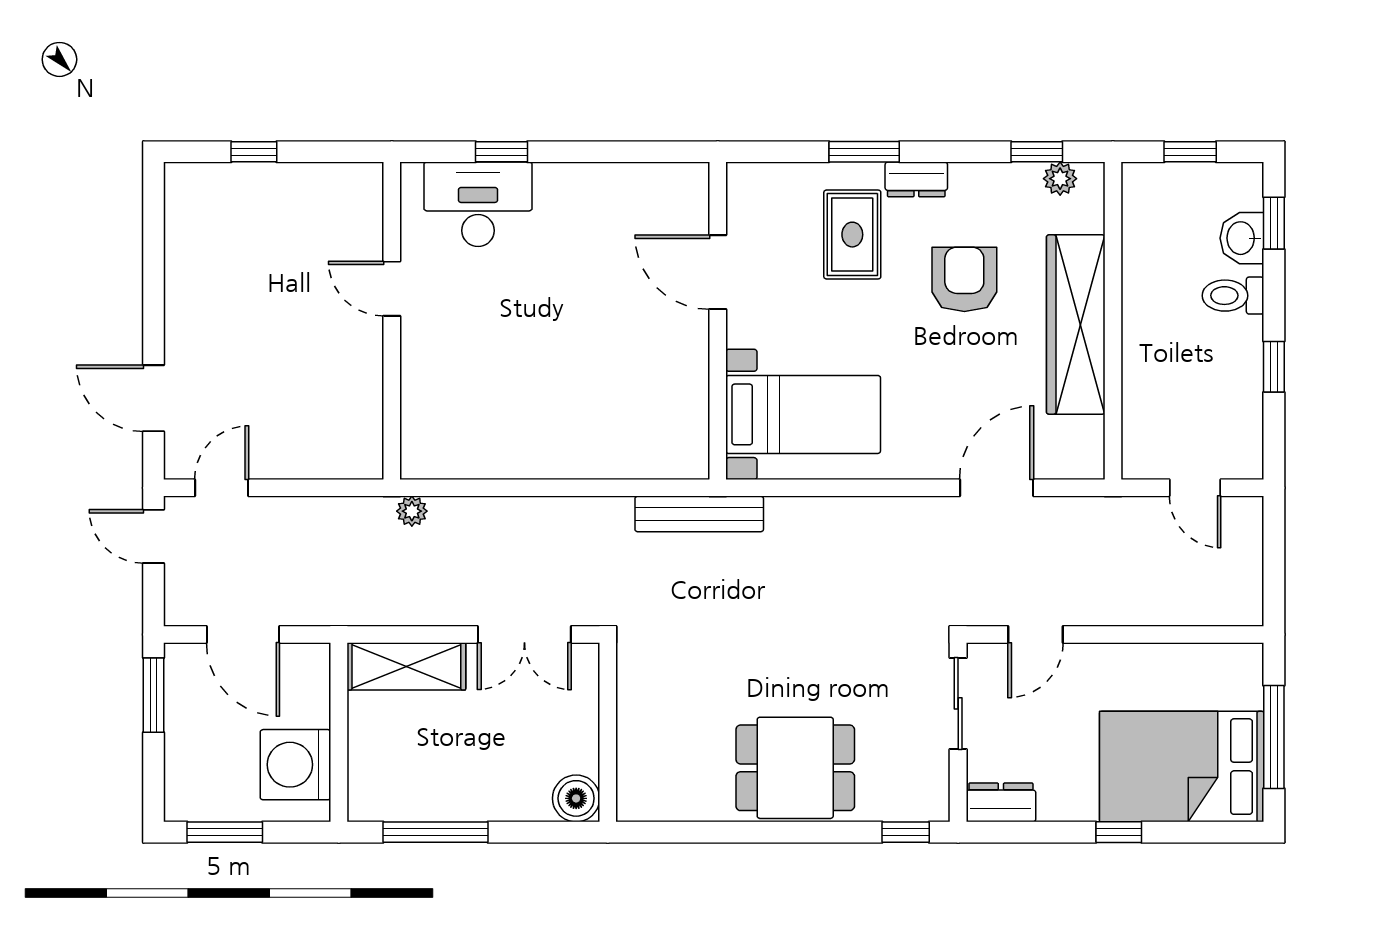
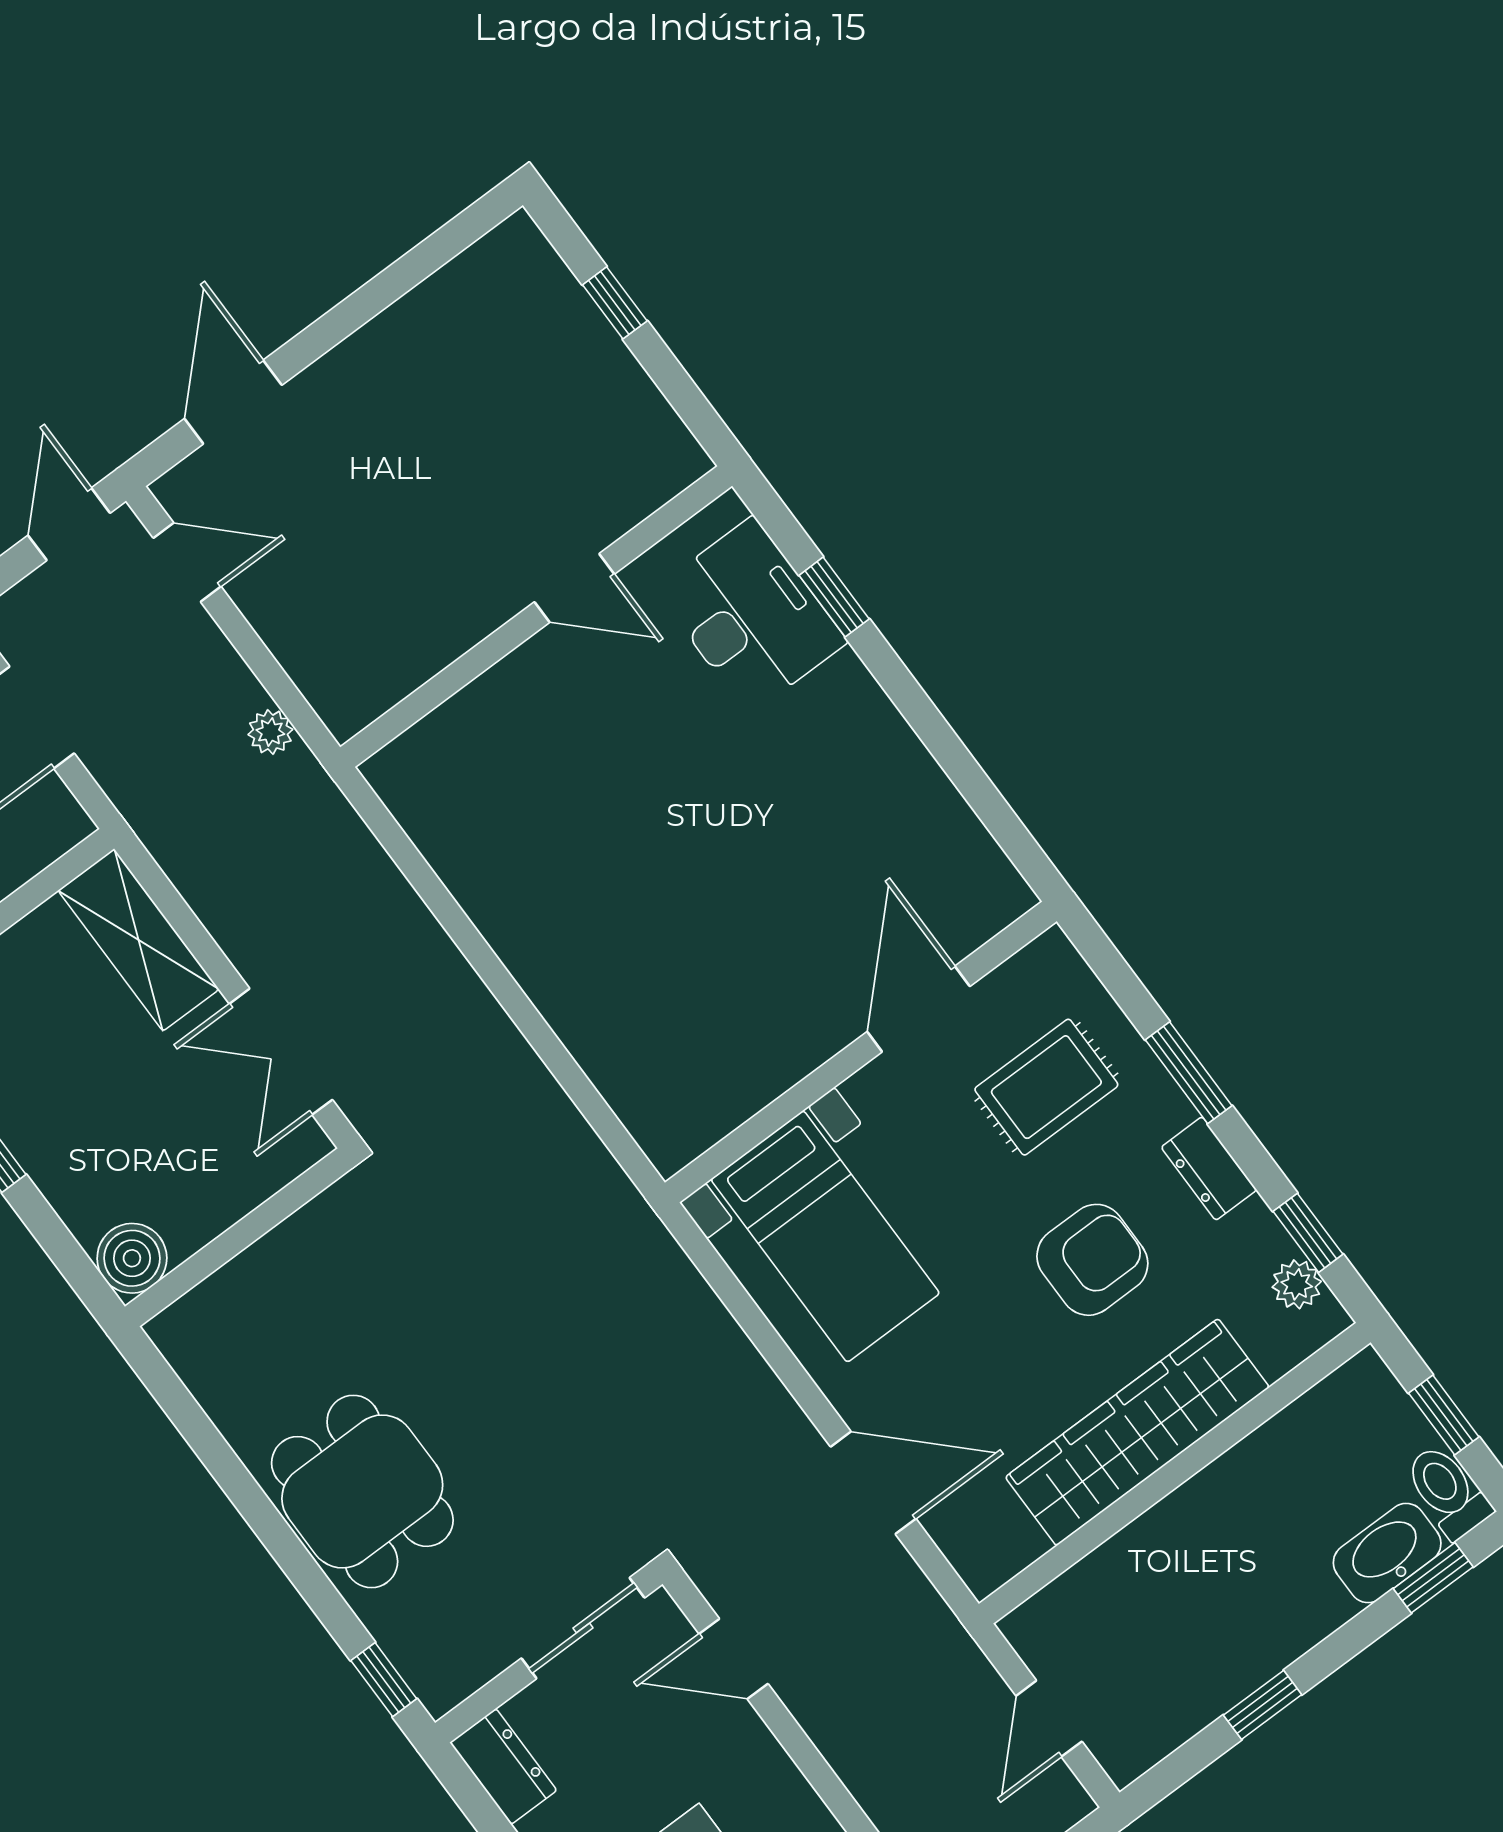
window: (864, 152) -> (1189, 1073), moved
dresser: (916, 179) -> (1209, 1168), moved
washbasin: (1242, 238) -> (1387, 1553), width x1.38
door: (718, 272) -> (919, 1009), moved
door: (392, 289) -> (574, 588), swing flipped
toilet: (1233, 296) -> (1448, 1492), moved
wall: (718, 321) -> (861, 1052), moved
bed with nightstands: (803, 414) -> (825, 1236), moved
plant: (412, 511) -> (270, 732), moved
bench: (699, 514) -> (579, 1153), removed

